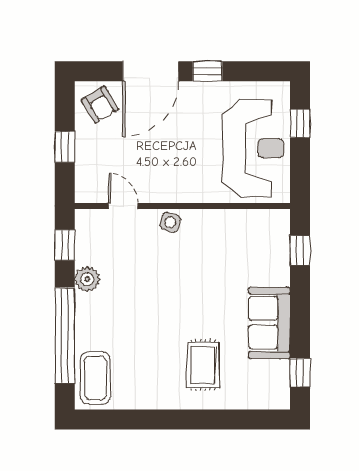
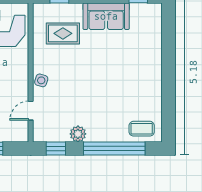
rug: (203, 365) -> (63, 33), moved
coffee table: (95, 378) -> (142, 129), width x0.73, depth x0.77

